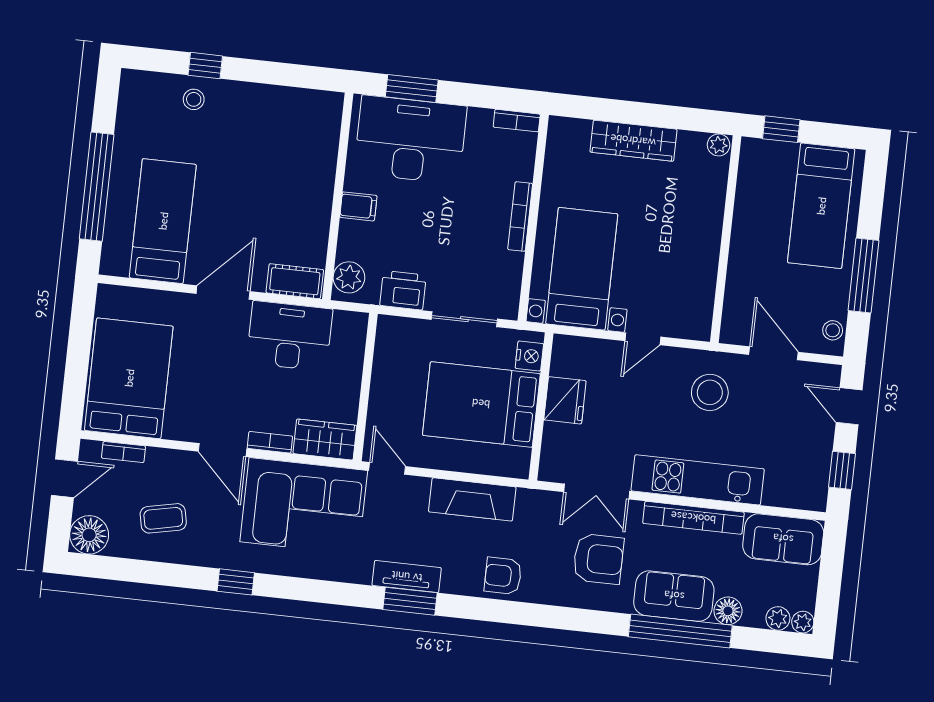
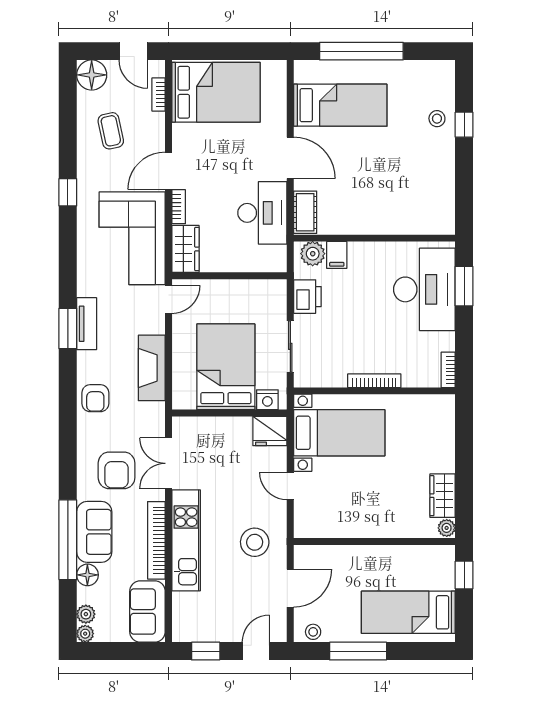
wardrobe: (633, 141) -> (443, 496), moved, width x0.67
filing cabinet: (358, 206) -> (337, 255), moved
fridge: (565, 400) -> (270, 431), moved
armchair: (503, 576) -> (95, 398), turned 180

